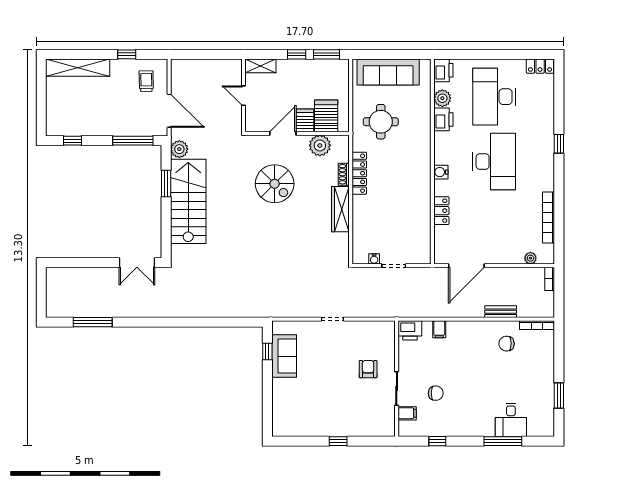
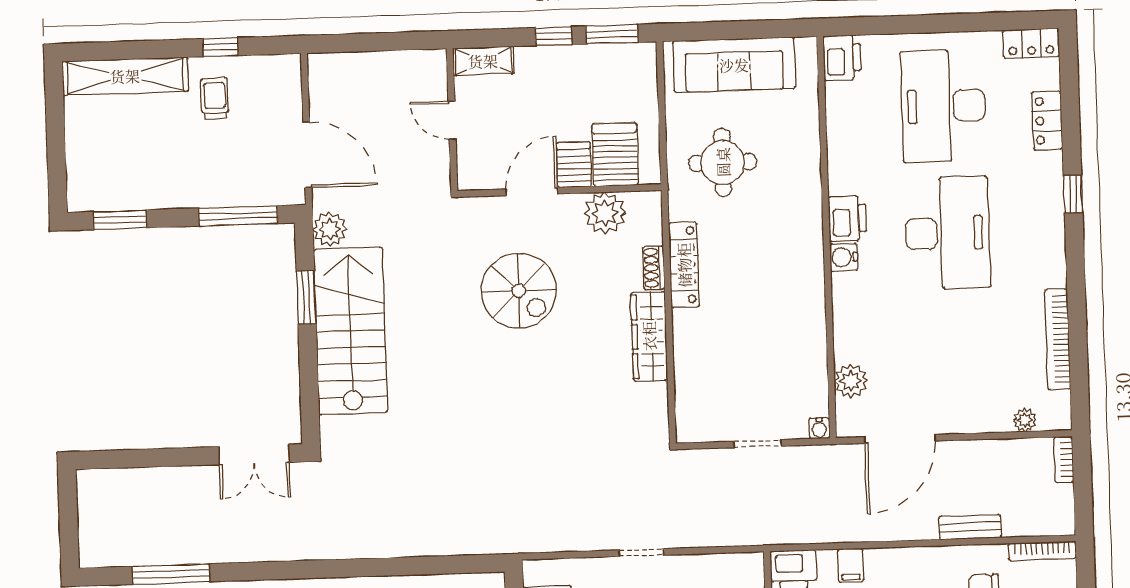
trolley: (146, 81) -> (215, 98), moved
plant: (442, 98) -> (851, 381), moved
printer: (443, 119) -> (847, 218), moved
window: (72, 141) -> (120, 220), width x1.50
locker: (441, 211) -> (1047, 121), moved, turned 180
water cooler: (374, 259) -> (819, 428), moved

